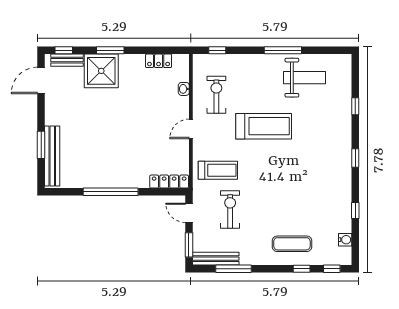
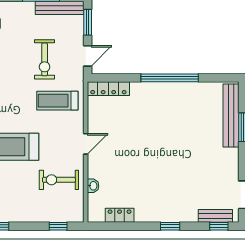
window: (110, 50) -> (170, 226), width x0.67
shower: (101, 71) -> (180, 205), removed
exercise bike: (216, 95) -> (59, 180), turned 90
door: (189, 213) -> (88, 56), hinge flipped

